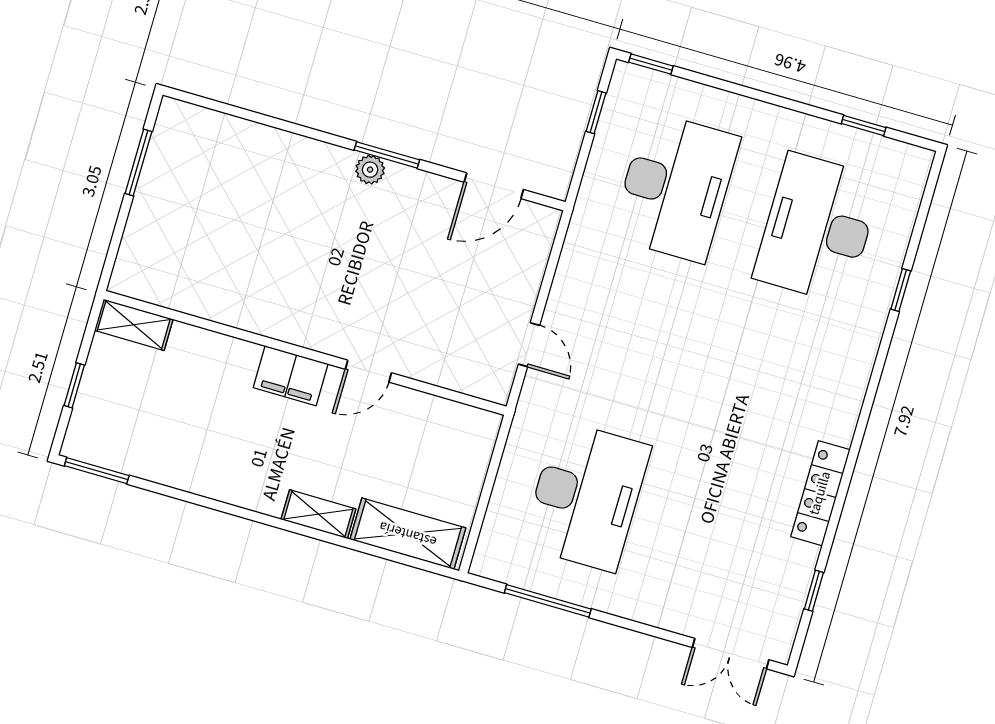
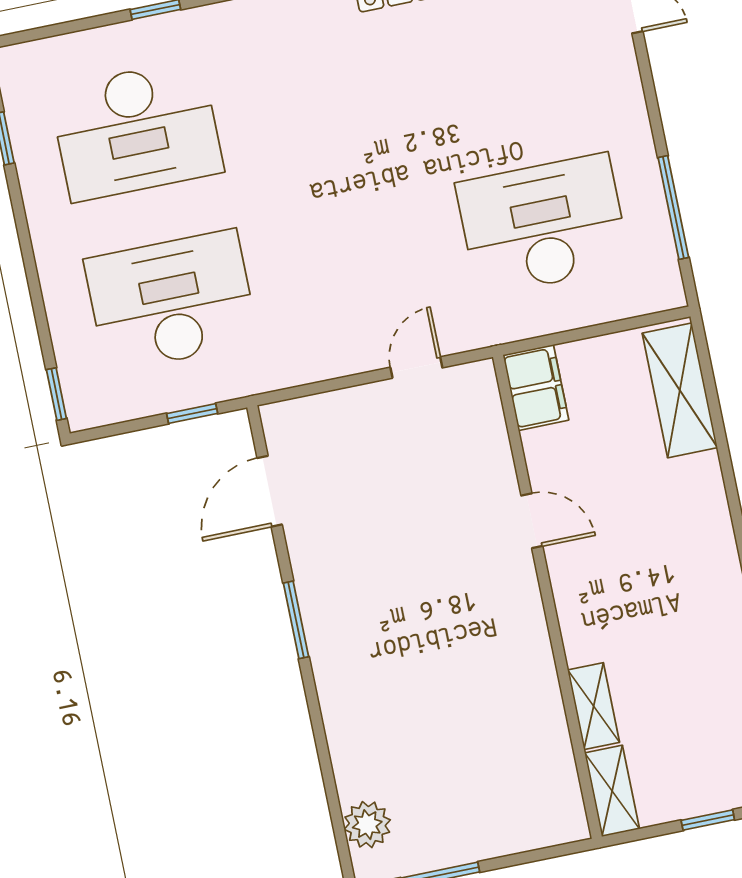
window: (596, 112) -> (192, 414), moved
plant: (370, 170) -> (367, 825), moved, width x1.38, depth x1.38
door: (494, 186) -> (270, 491), swing flipped
filing cabinet: (291, 376) -> (536, 387), moved
shelving: (318, 514) -> (594, 706), moved

